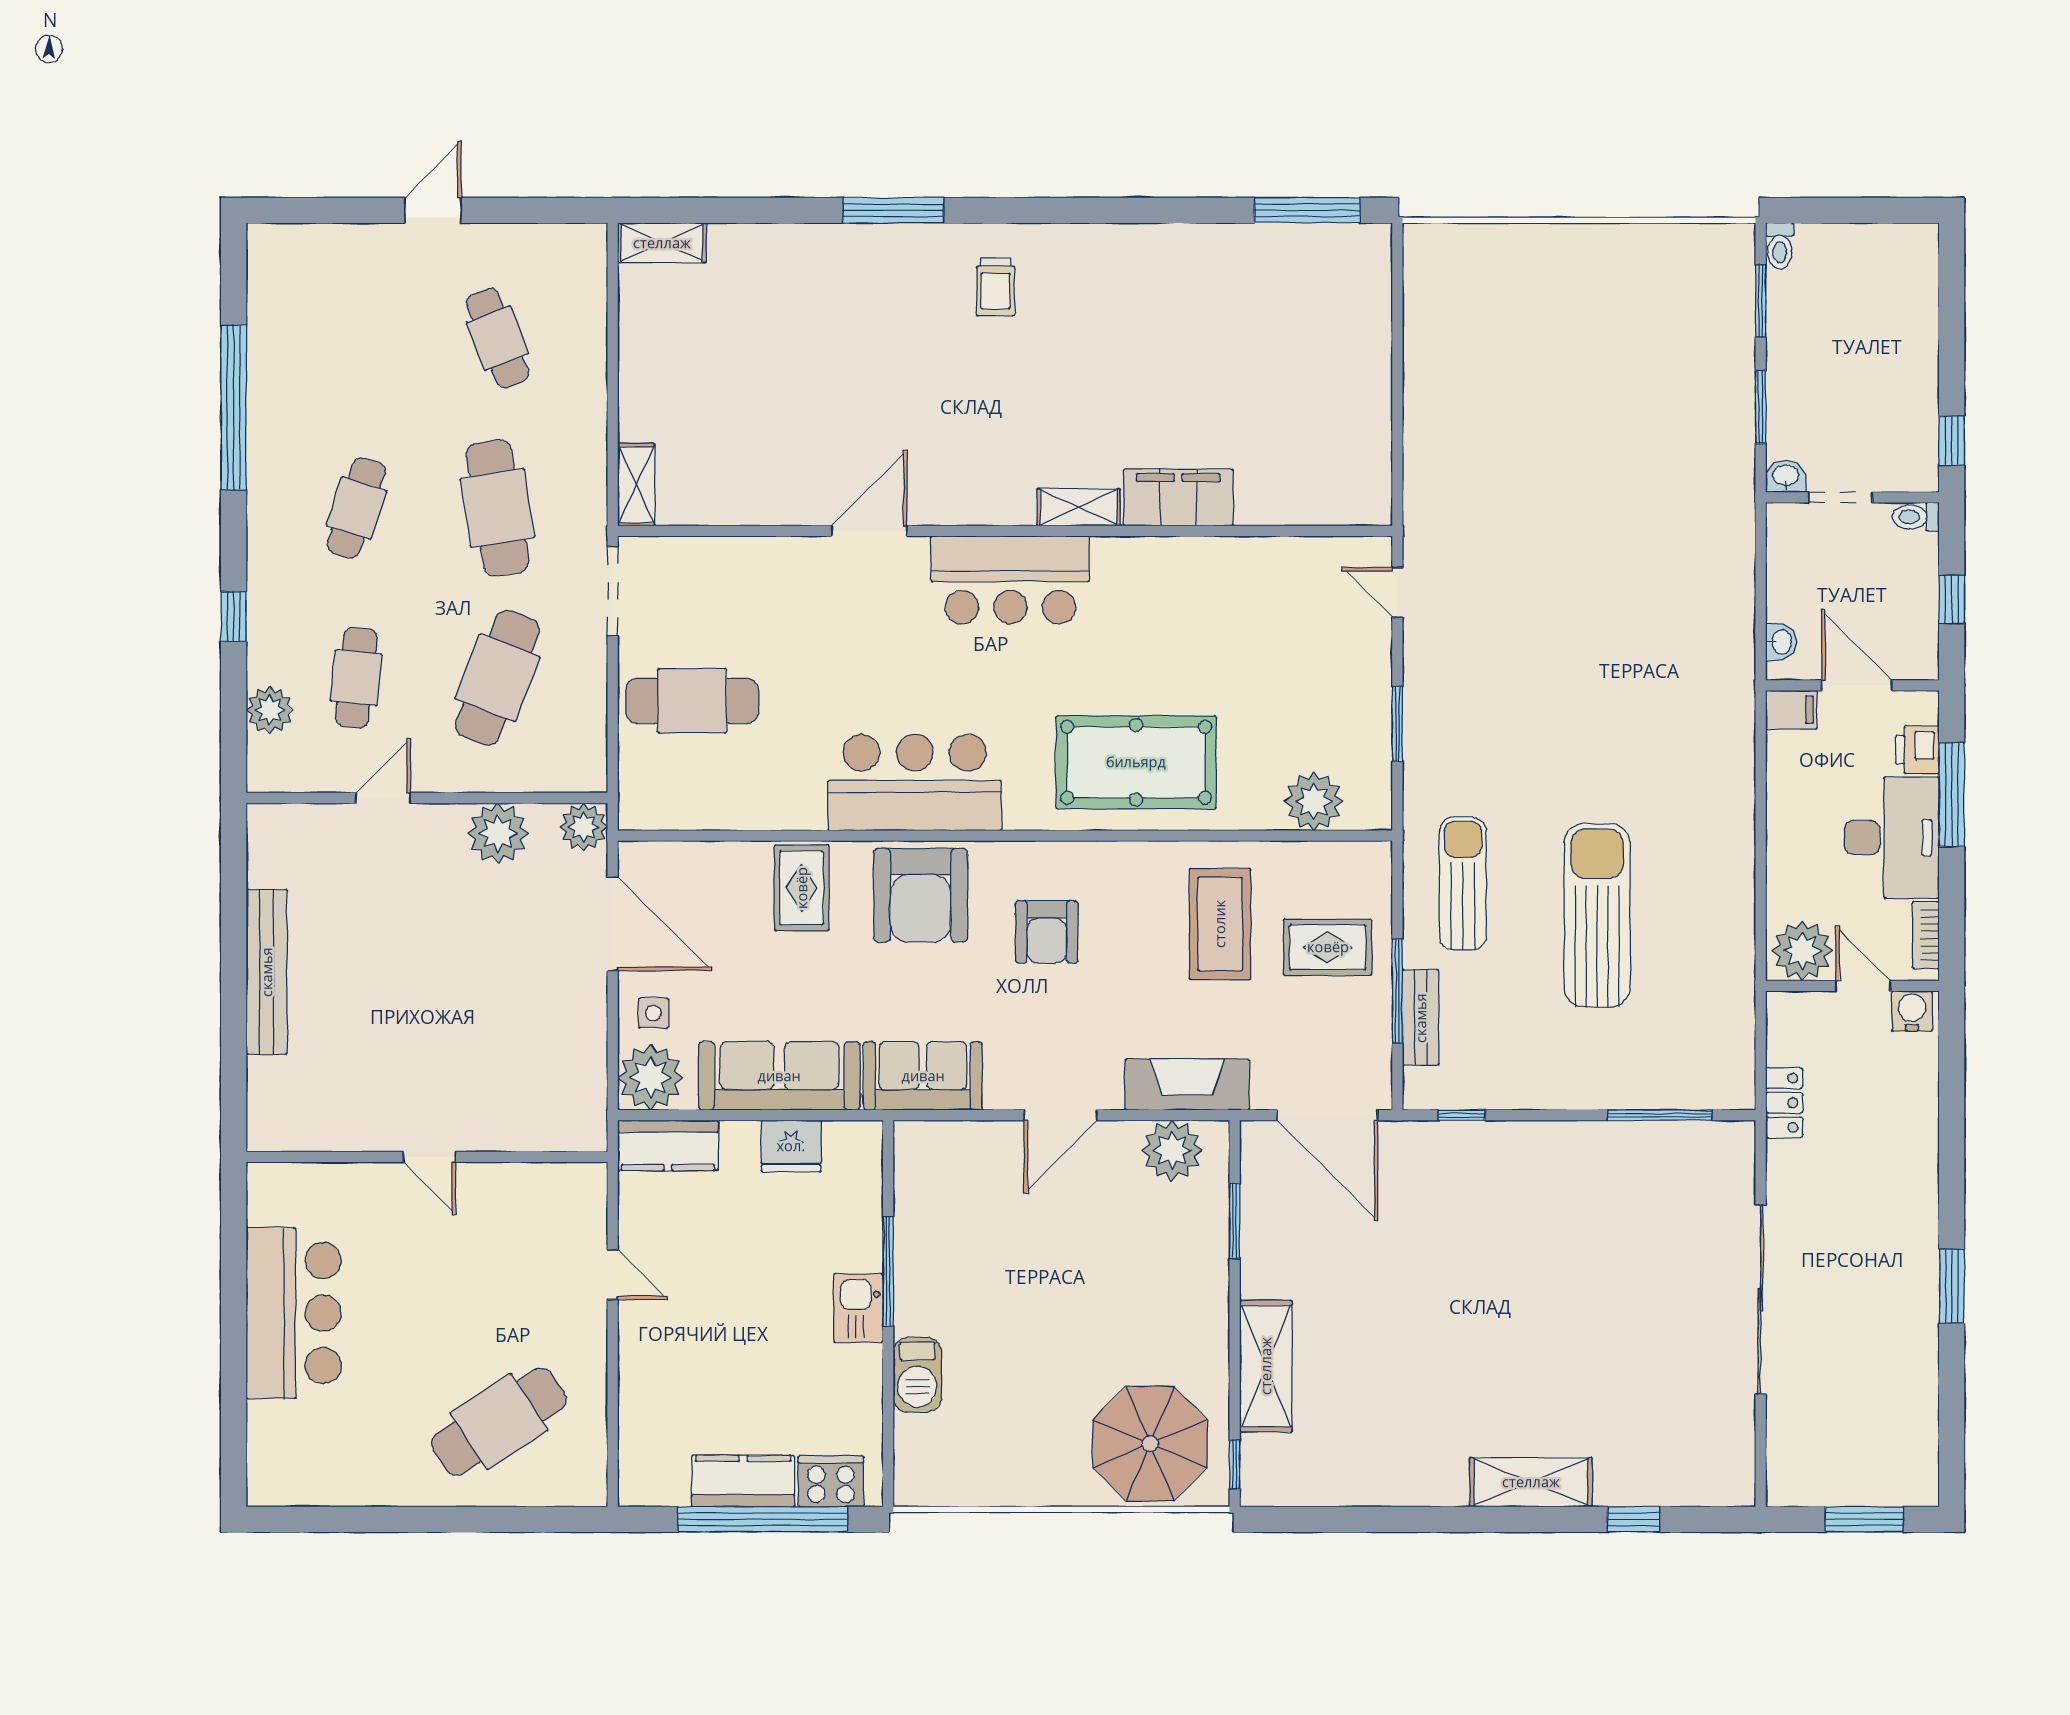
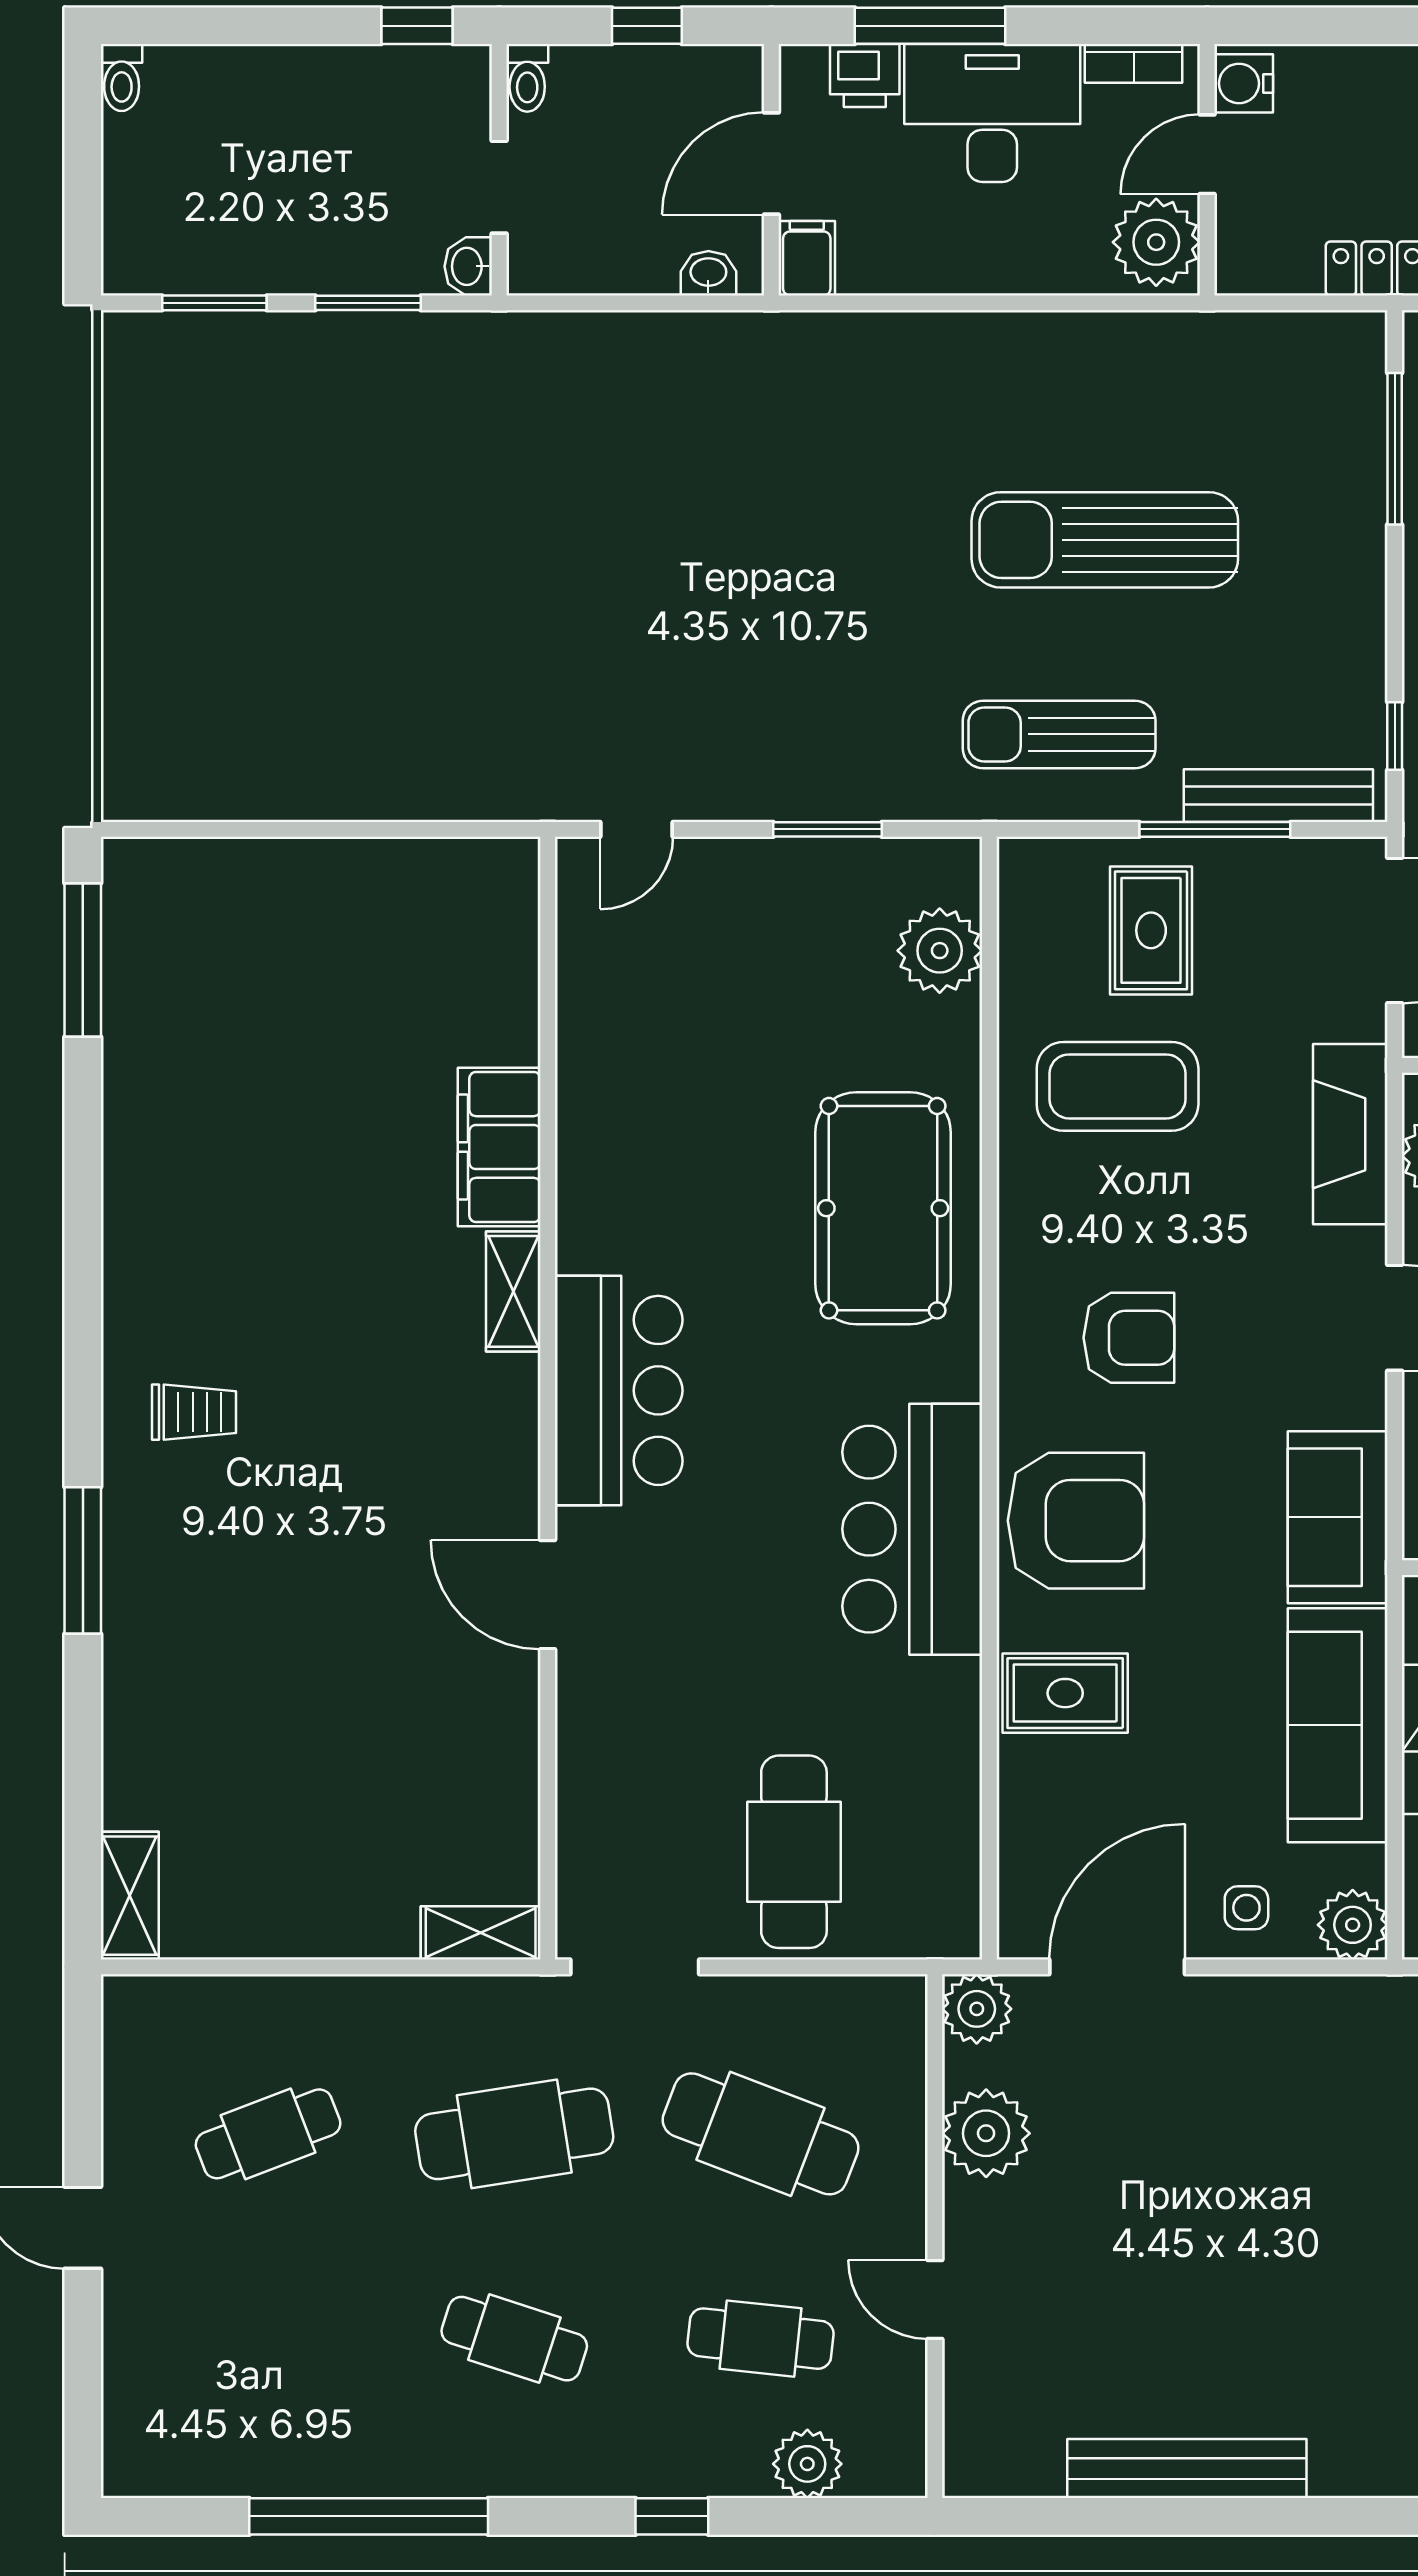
toilet: (1780, 246) -> (122, 78), moved, turned 90
bench: (1421, 1018) -> (1278, 796), width x1.36
plant: (650, 1077) -> (1353, 1925), width x0.73, depth x0.73

